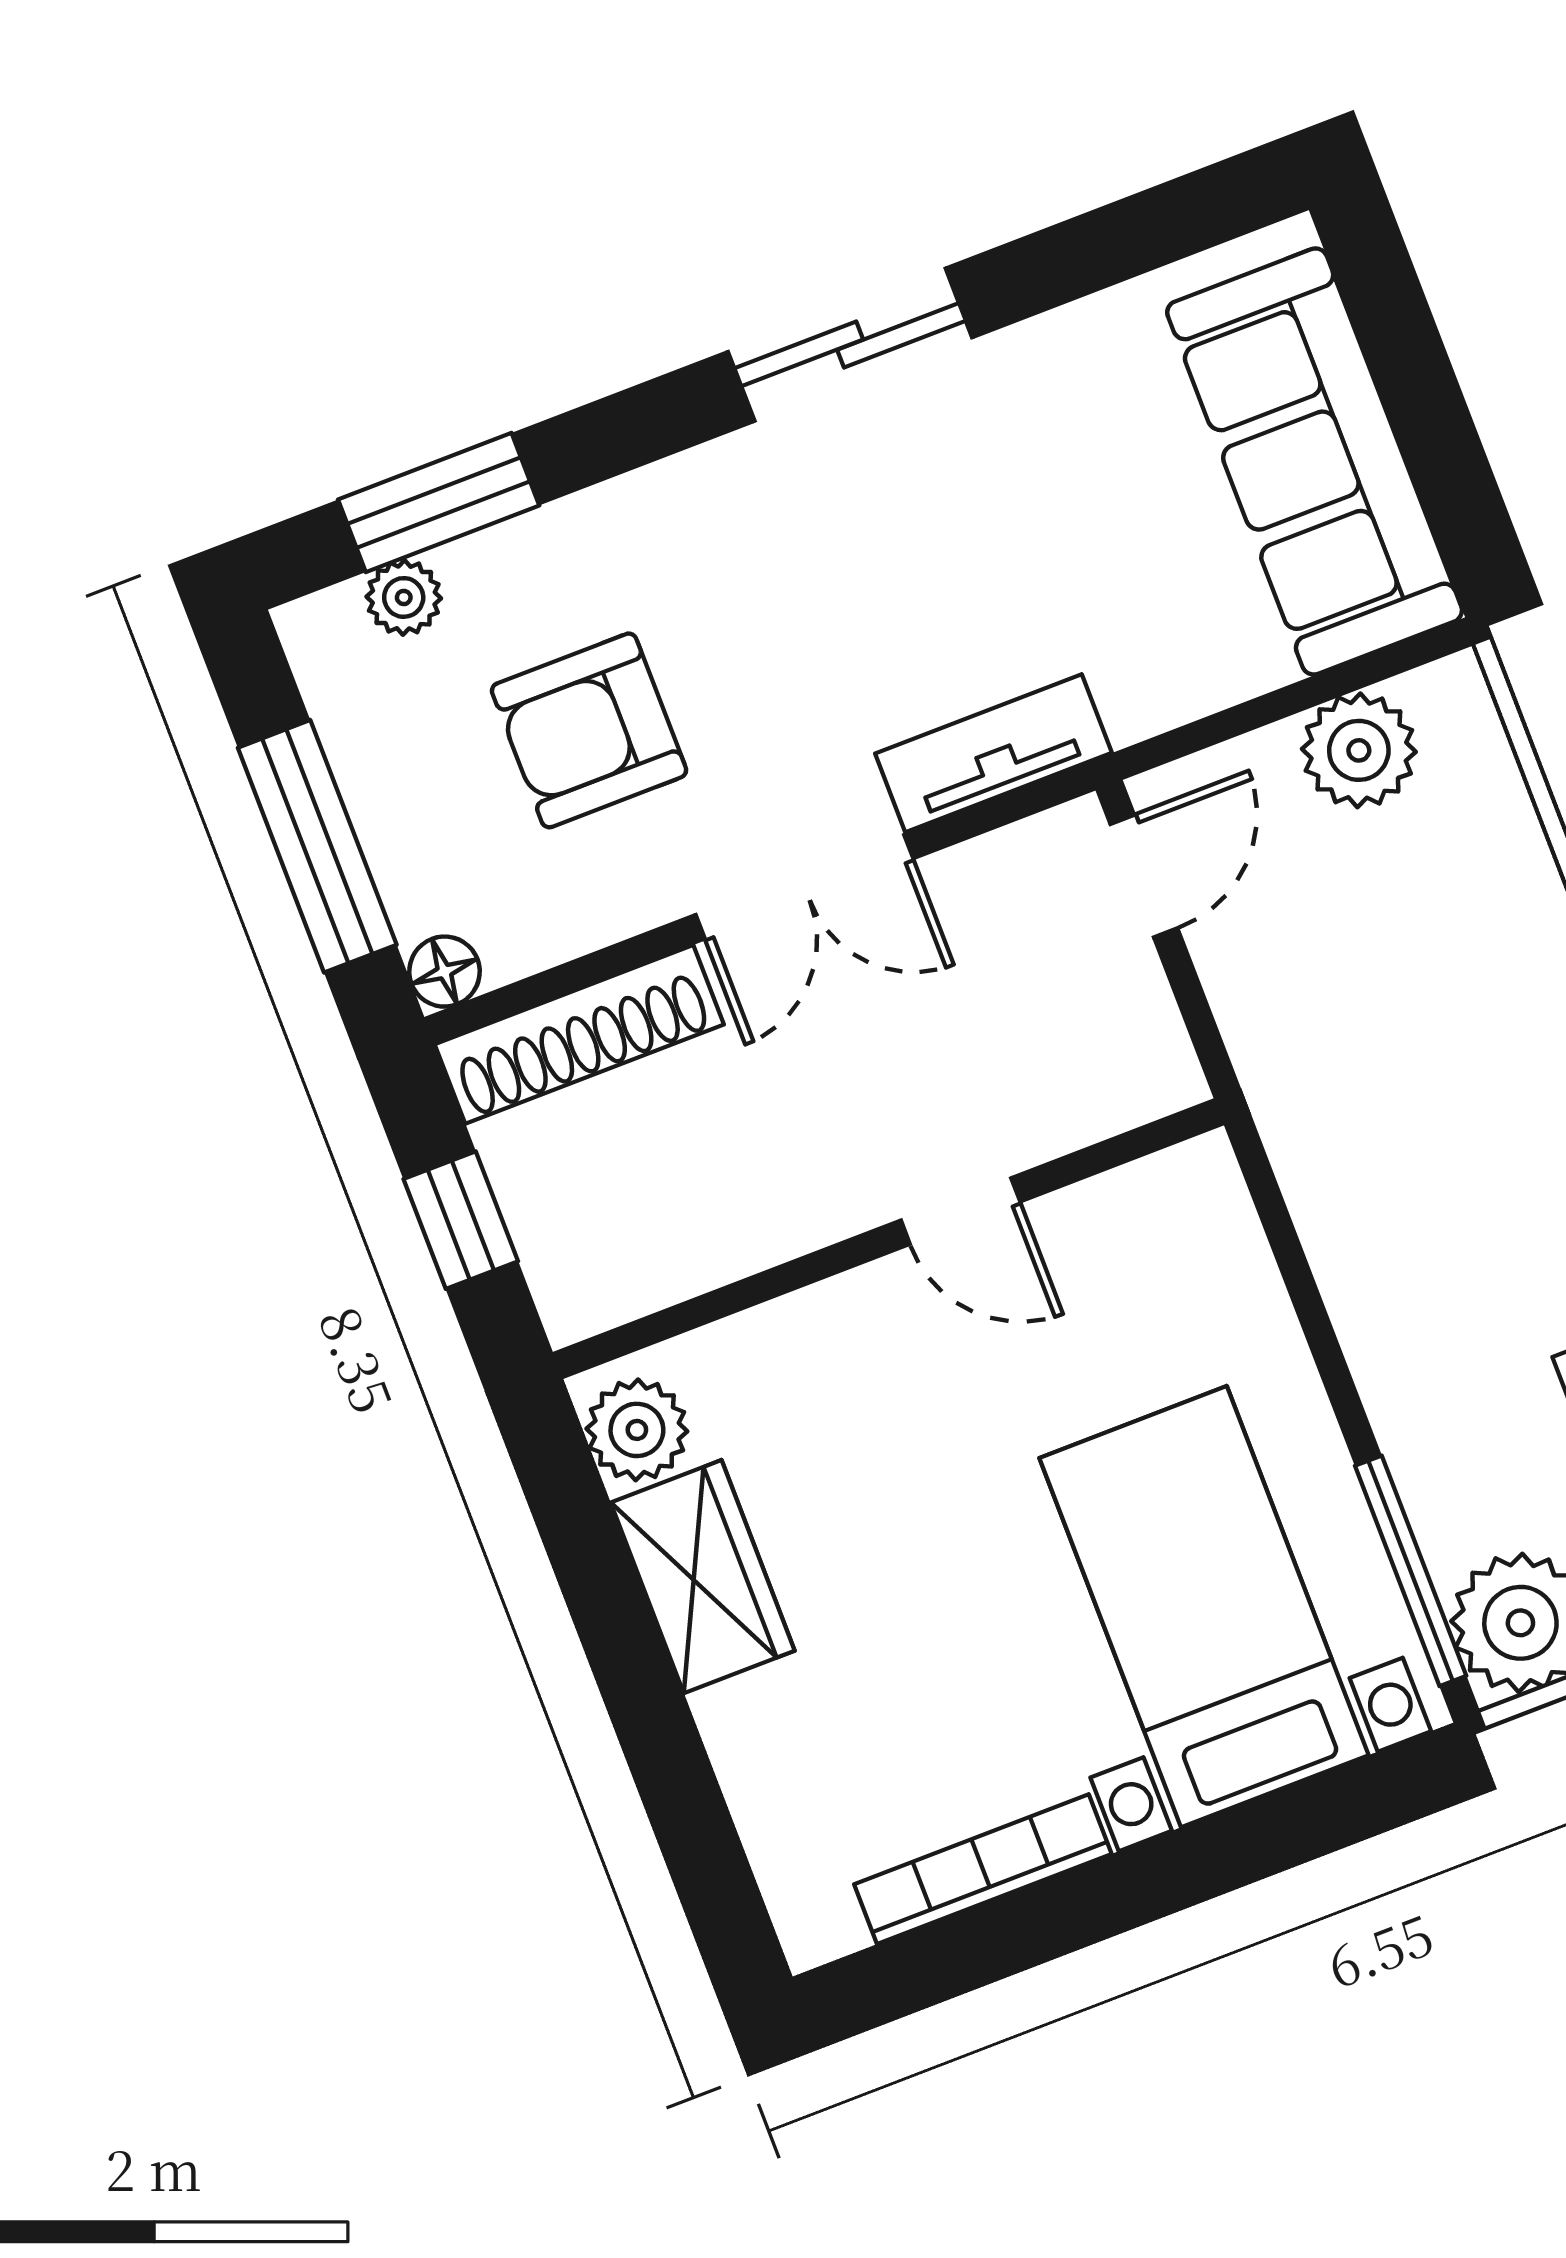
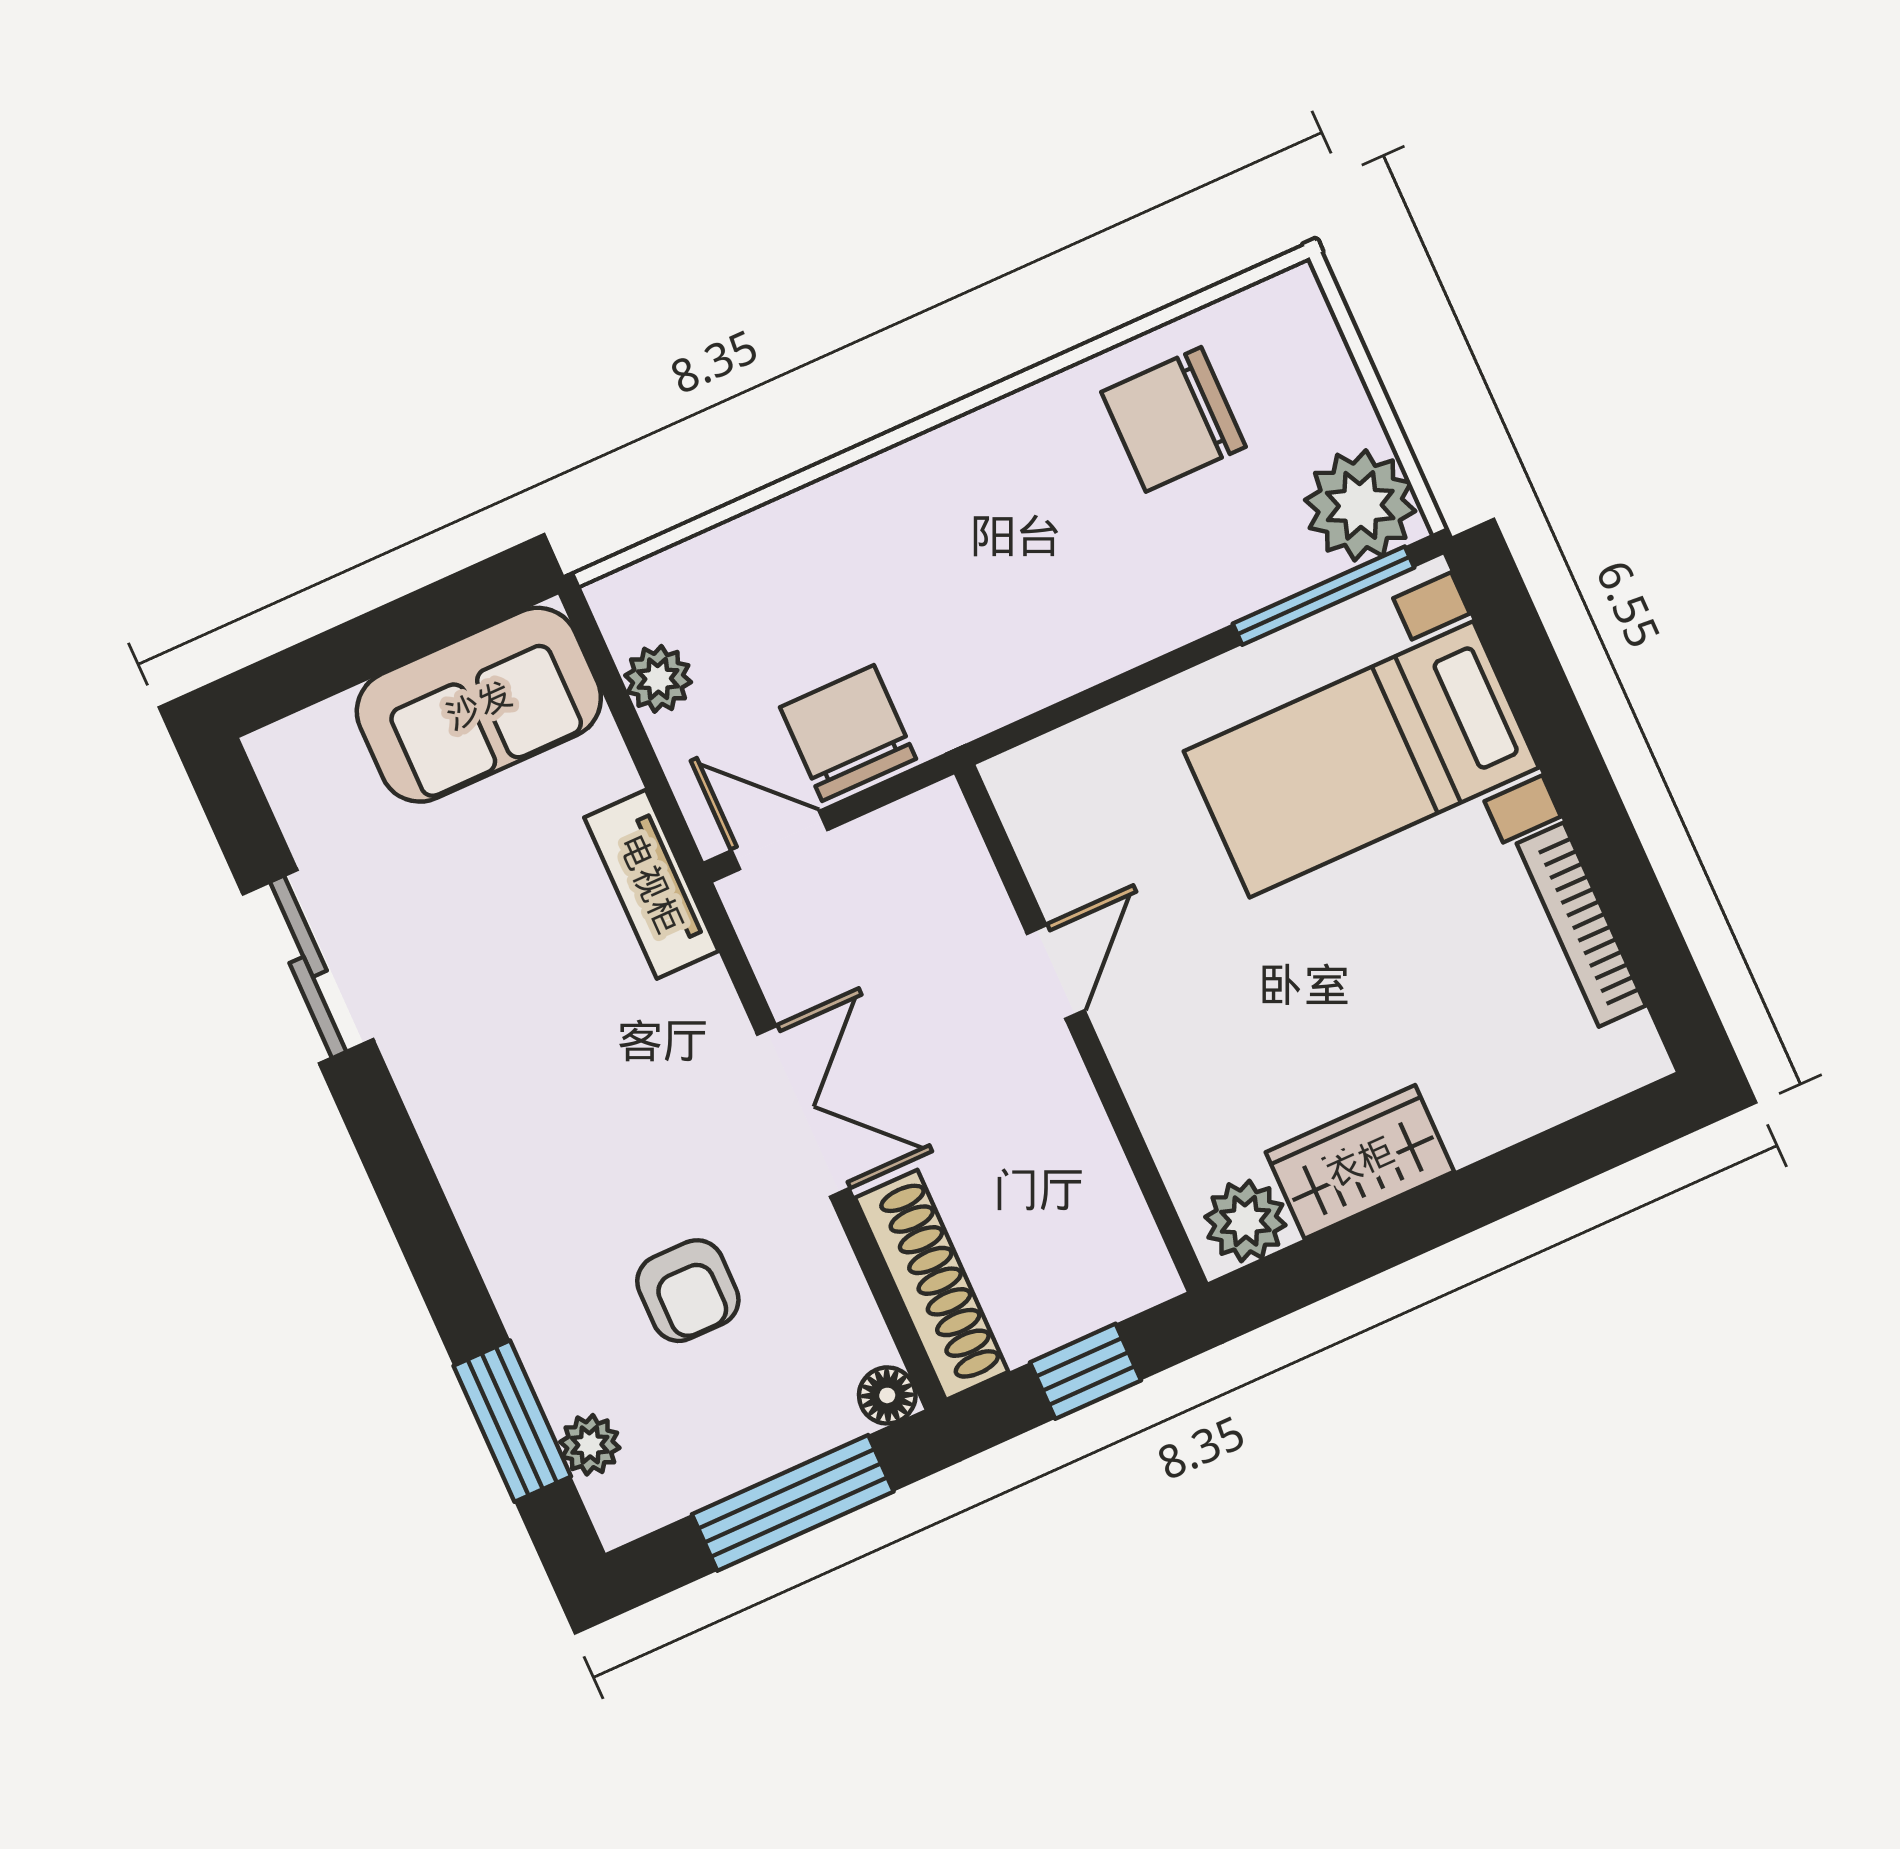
sliding door: (850, 345) -> (308, 967), moved
sofa: (1315, 461) -> (479, 705), width x0.73
armchair: (589, 730) -> (688, 1291), width x0.72, depth x0.72
plant: (1359, 750) -> (658, 679), width x0.73, depth x0.73
tv unit: (994, 753) -> (651, 884), moved
chair: (1273, 969) -> (848, 733), added

